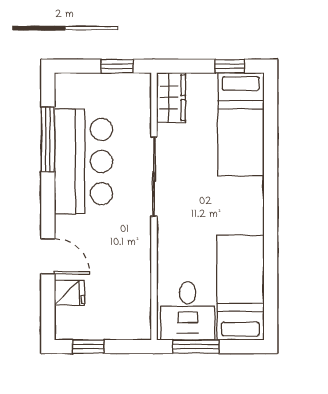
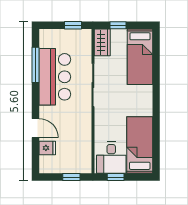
window: (230, 66) -> (118, 25), moved
window: (88, 347) -> (71, 177), moved
window: (196, 347) -> (116, 177), width x0.67

